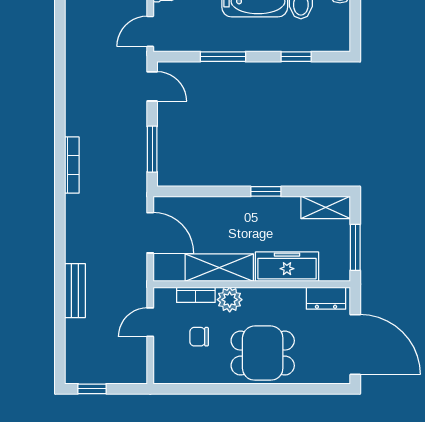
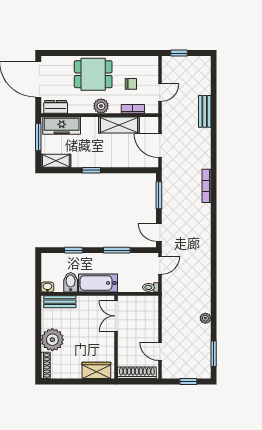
freezer: (287, 267) -> (62, 126), moved
plant: (230, 300) -> (101, 106), moved
window: (92, 389) -> (179, 53), moved

